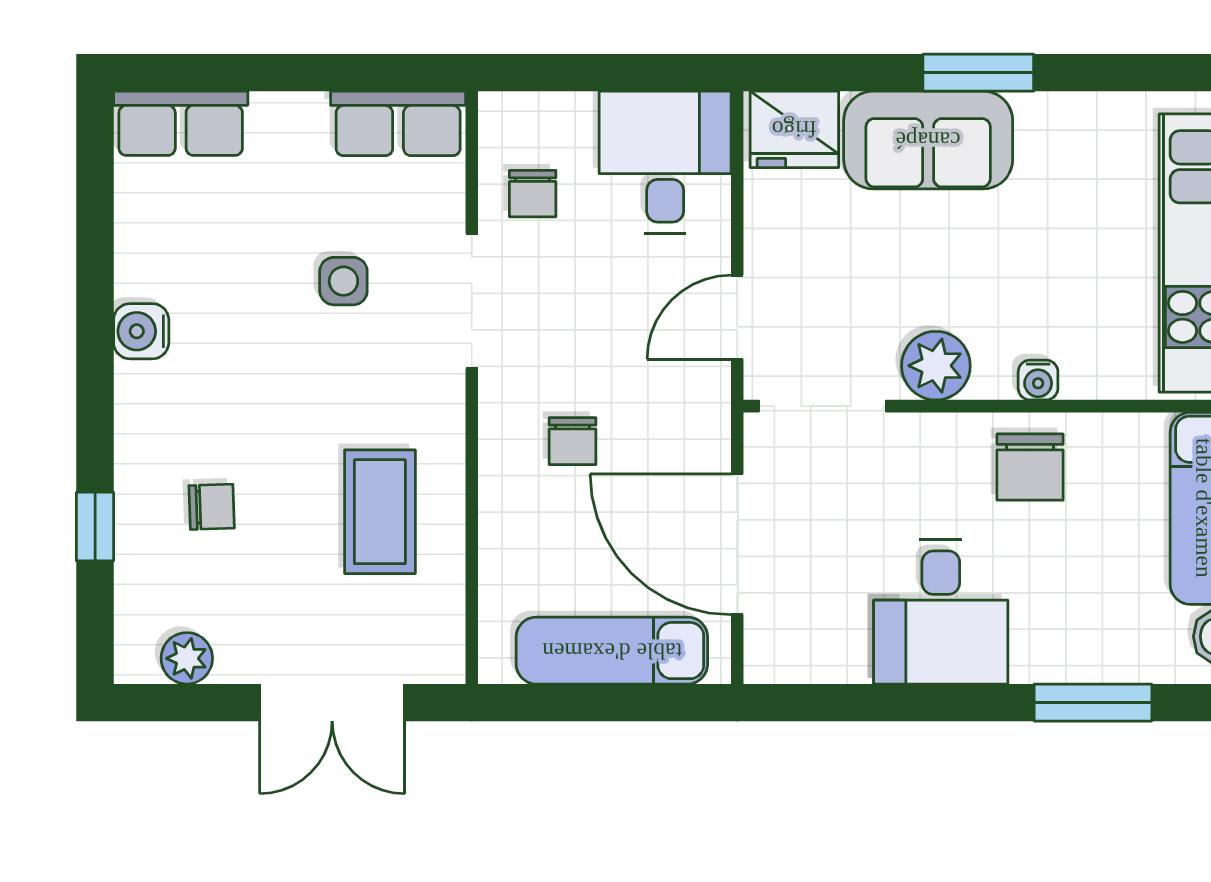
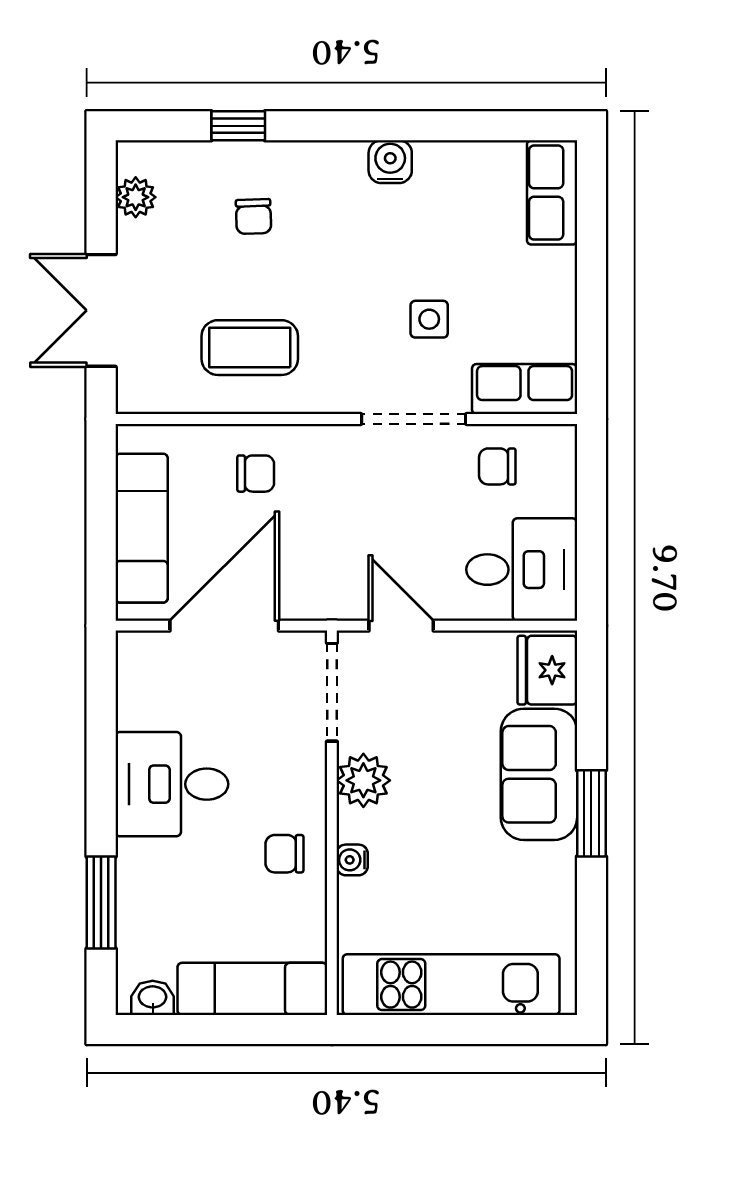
row of seats: (398, 123) -> (525, 389), moved, turned 90
chair: (572, 441) -> (256, 474), moved, turned 180
chair: (1030, 467) -> (284, 854), width x0.73, depth x0.73

